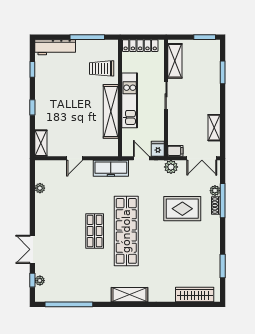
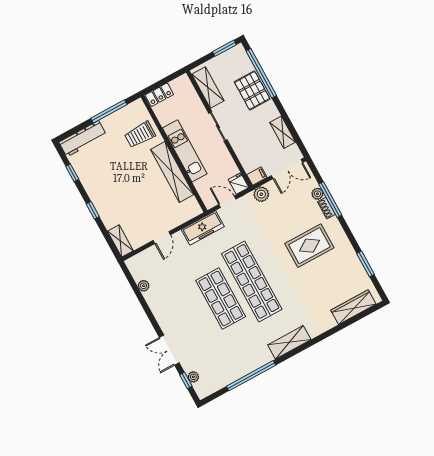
locker: (140, 46) -> (159, 95), width x0.66
window: (223, 72) -> (261, 73), width x2.11
pallet: (208, 82) -> (252, 90), added
rug: (182, 209) -> (309, 246), moved
shop shelf: (95, 231) -> (221, 298), width x1.43, depth x1.36
window: (69, 304) -> (251, 376), moved

